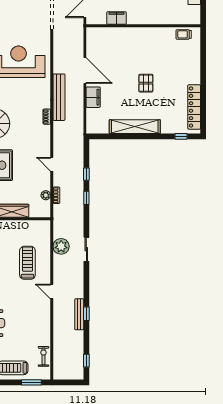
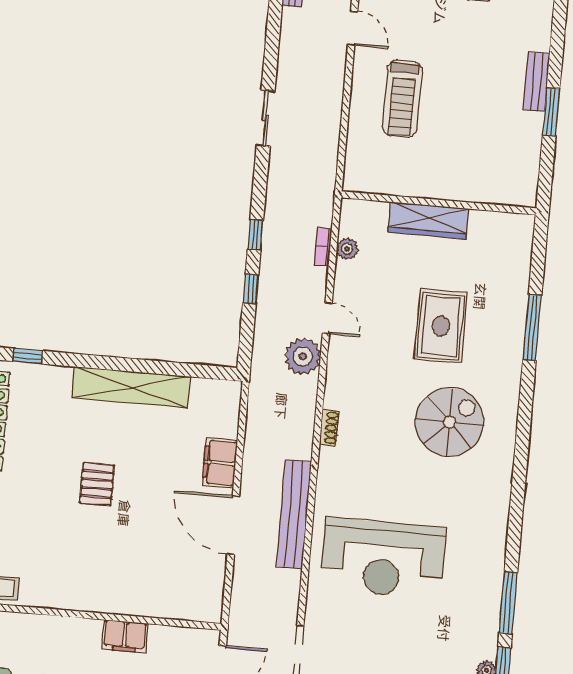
filing cabinet: (117, 18) -> (125, 636), moved
bench: (59, 97) -> (294, 514), moved
plant: (61, 246) -> (303, 356), moved

